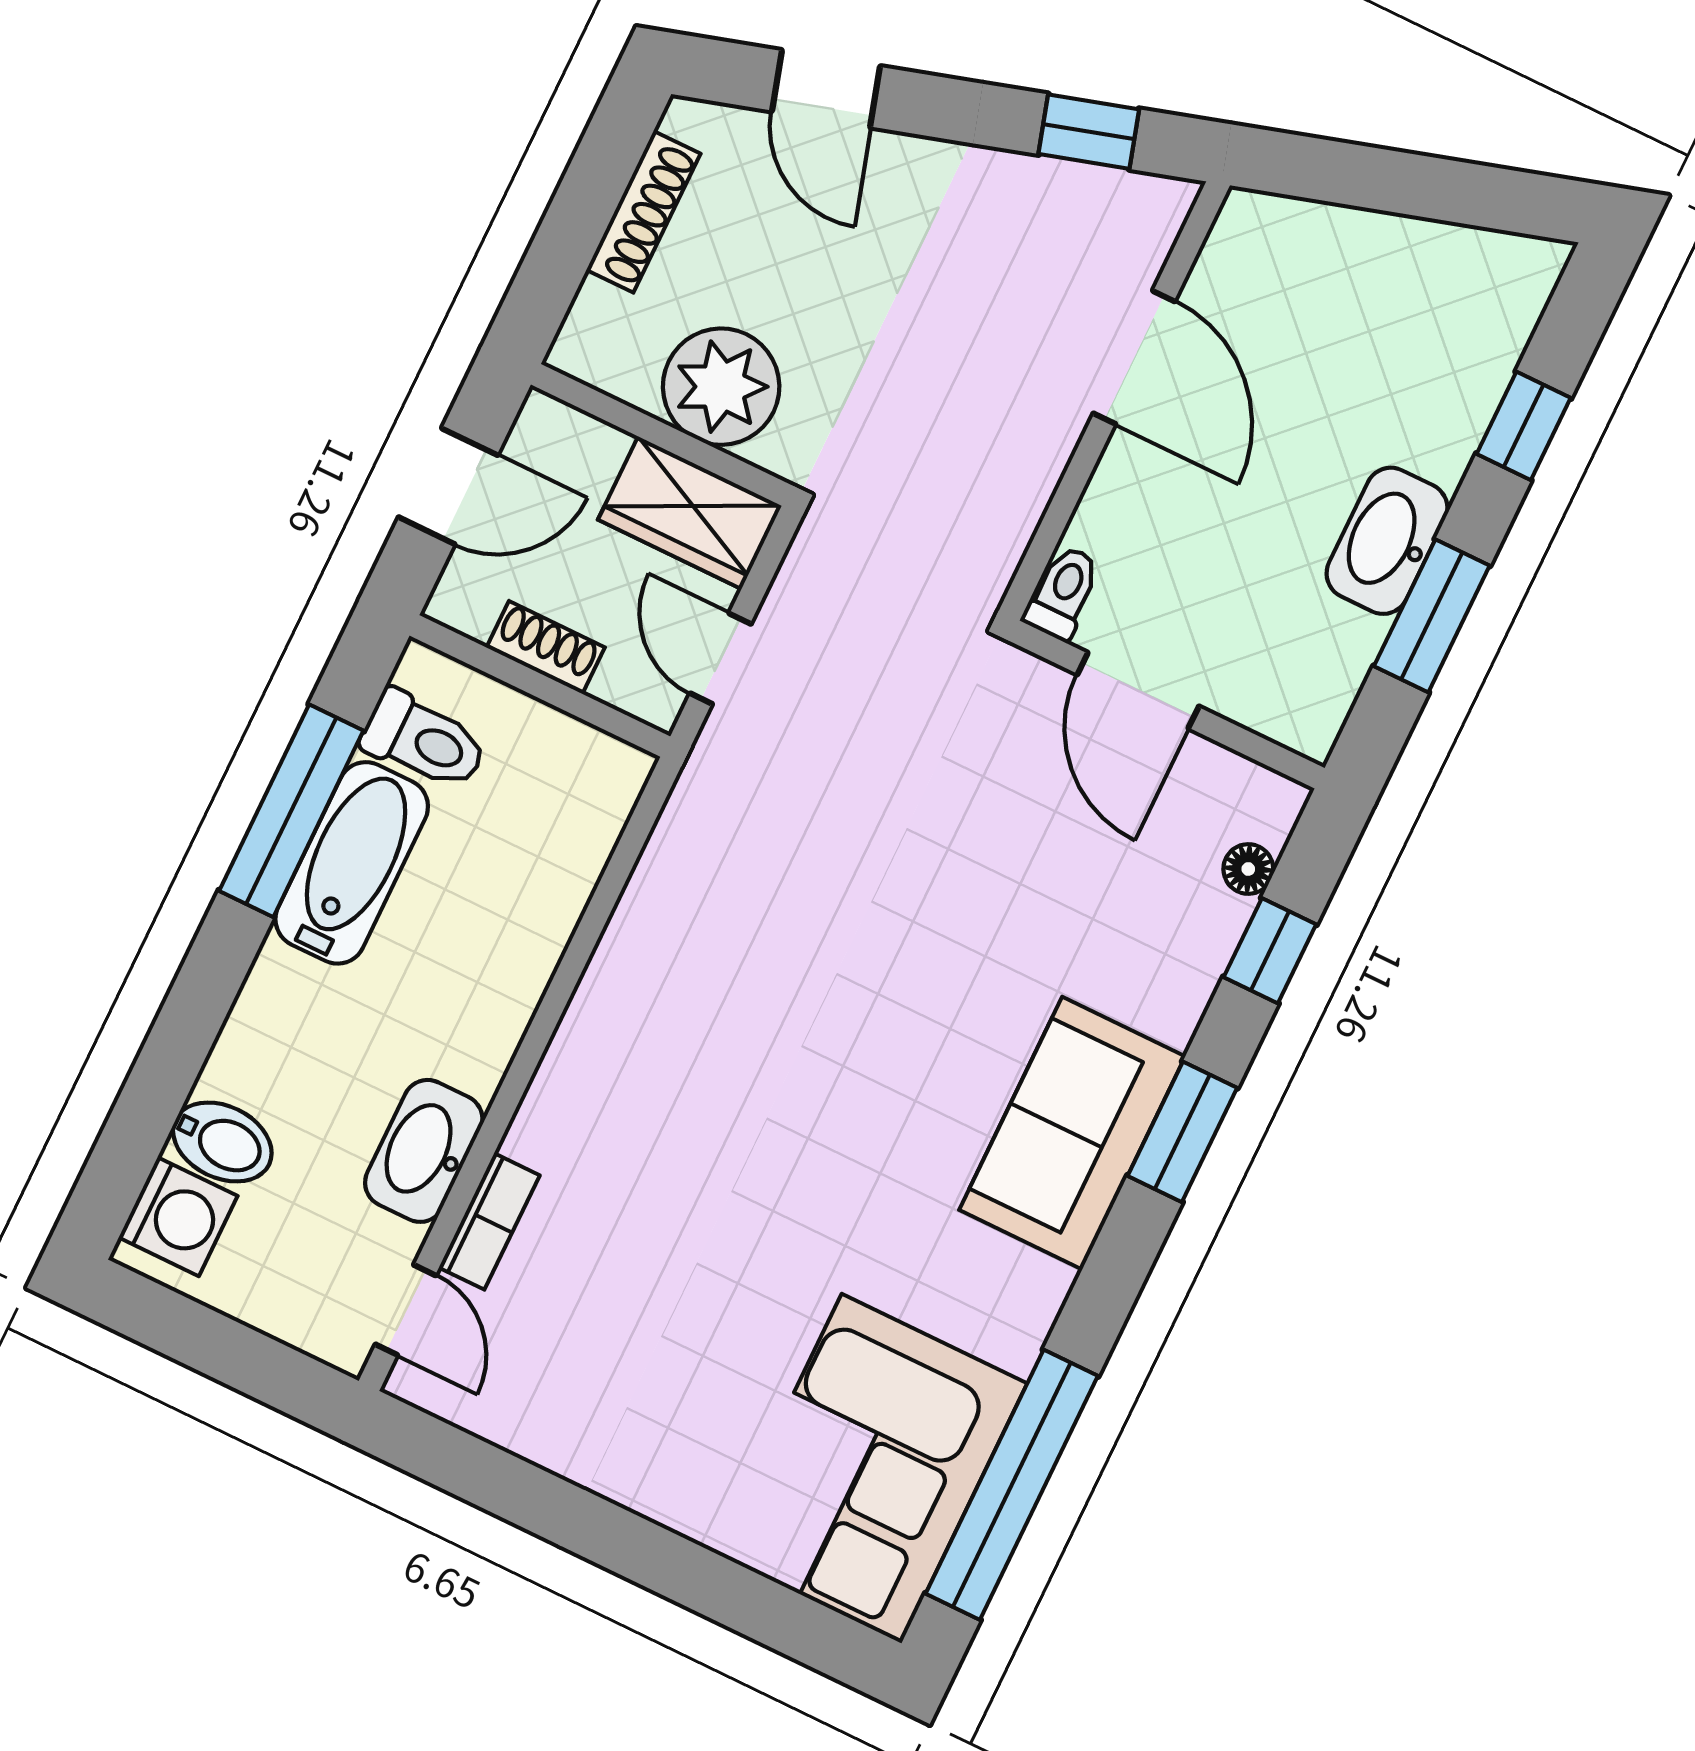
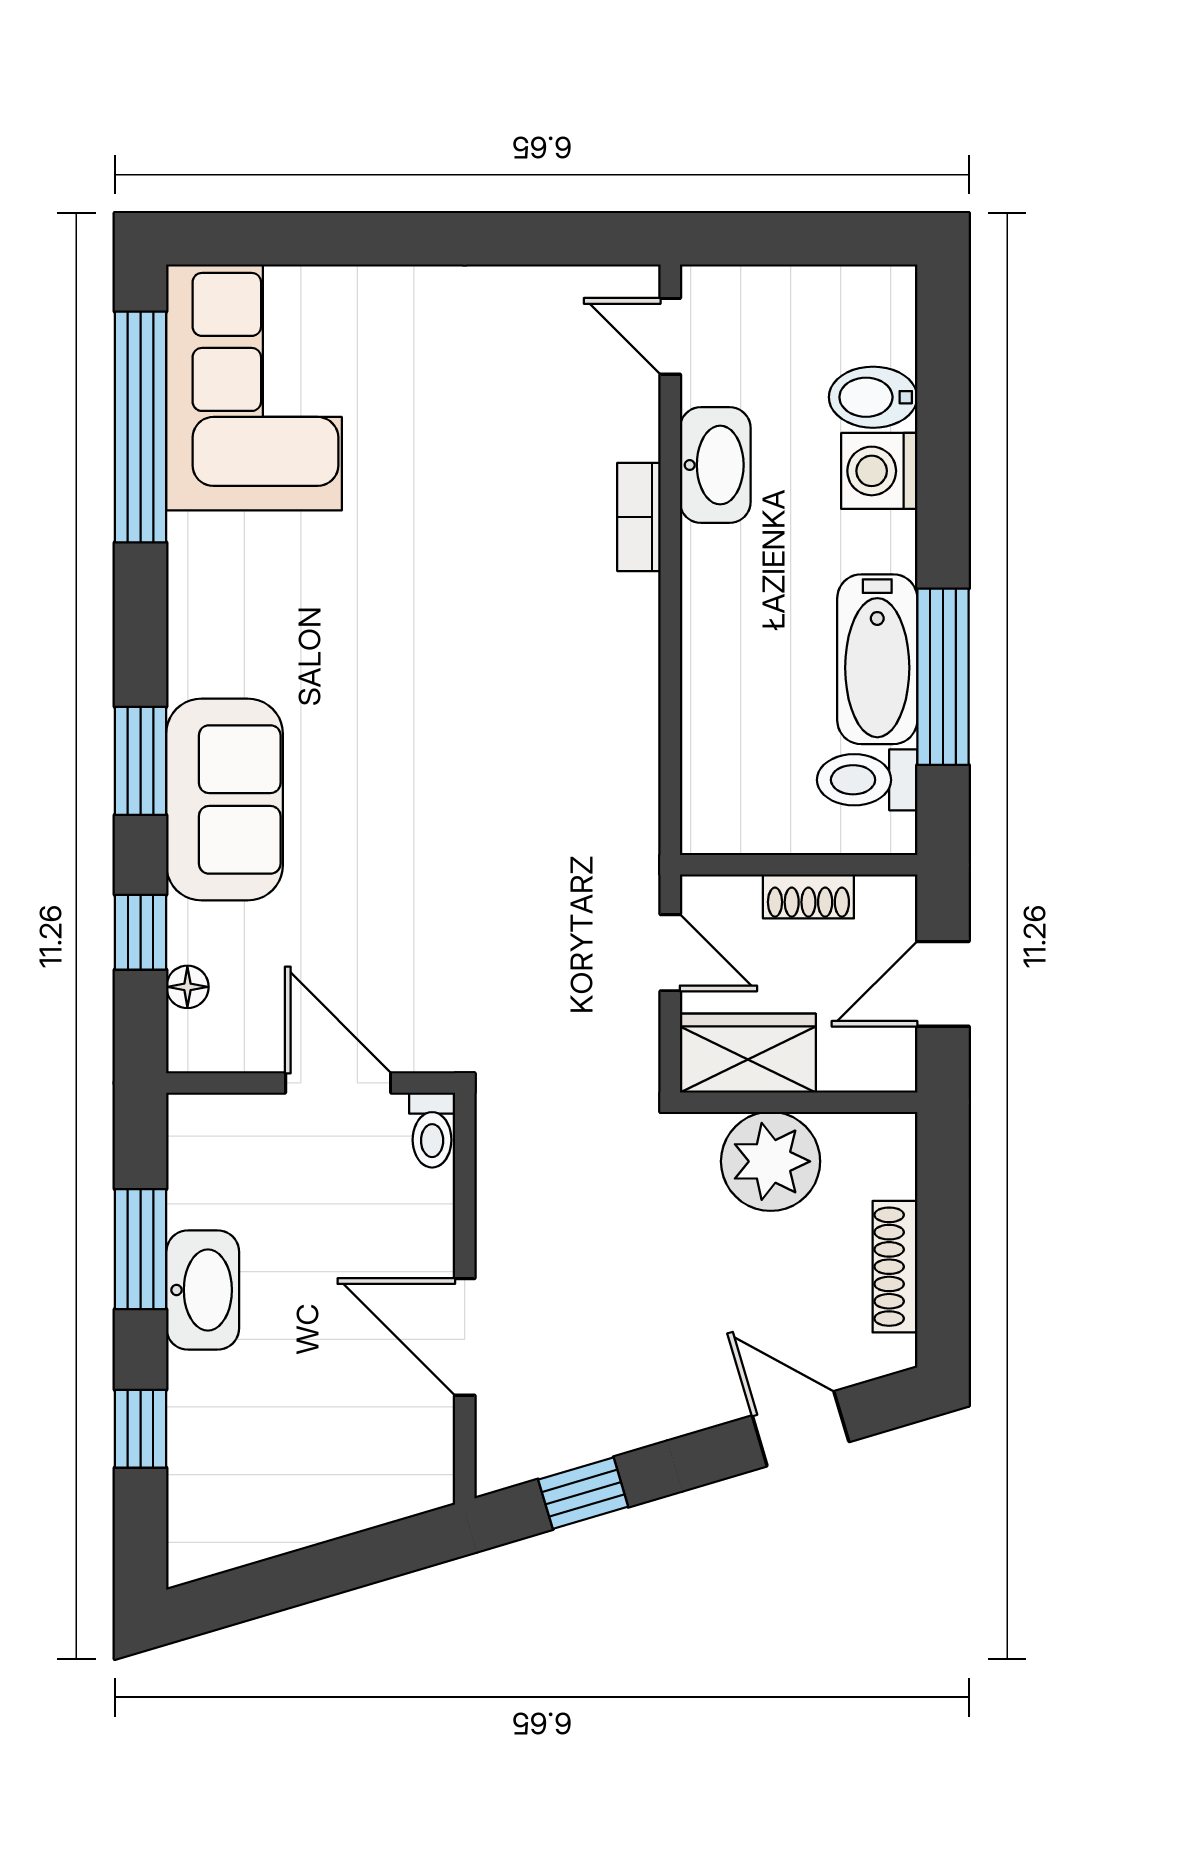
sofa: (1072, 1133) -> (225, 799), moved
washing machine: (178, 1217) -> (879, 471), moved
bookcase: (489, 1221) -> (639, 517), moved

